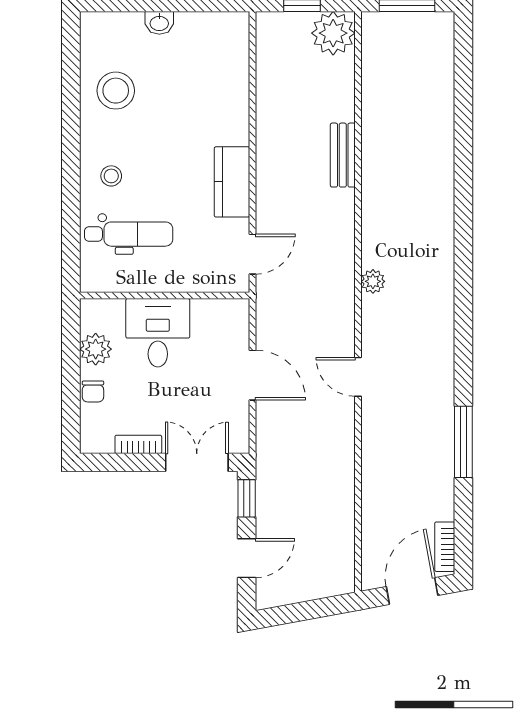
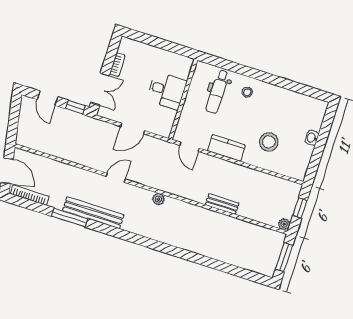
plant: (333, 33) -> (284, 224), width x0.53, depth x0.53
stool: (116, 91) -> (269, 142), moved
plant: (96, 349) -> (168, 59), removed
chair: (93, 391) -> (149, 51), removed
bench: (439, 399) -> (93, 213), added
bookcase: (445, 547) -> (30, 195), width x1.56

